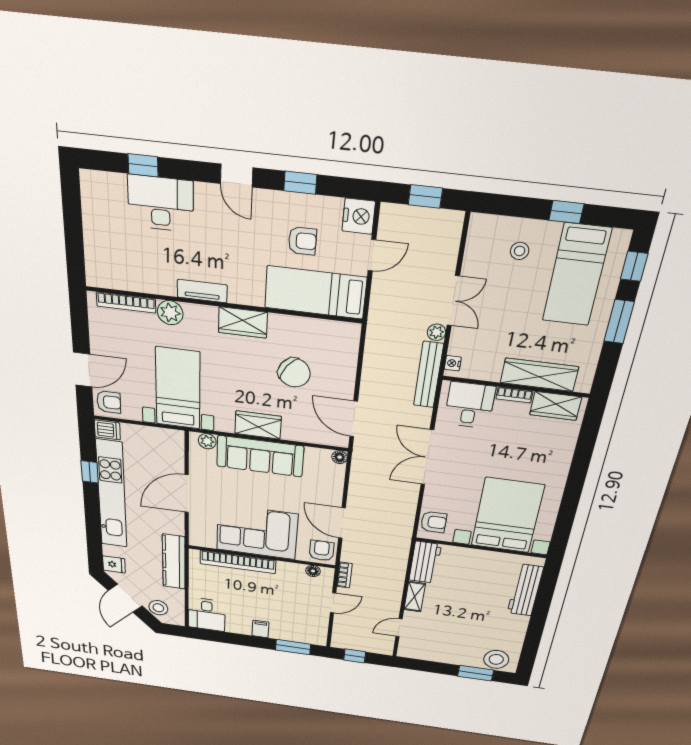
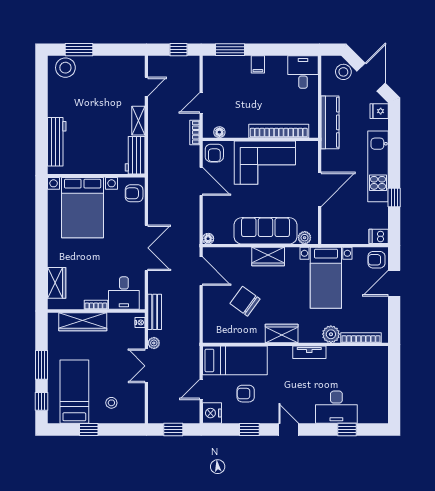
bench: (428, 375) -> (155, 312), width x0.73
wardrobe: (556, 406) -> (57, 283), moved, turned 90
kitchen unit: (112, 494) -> (378, 166), width x0.73

